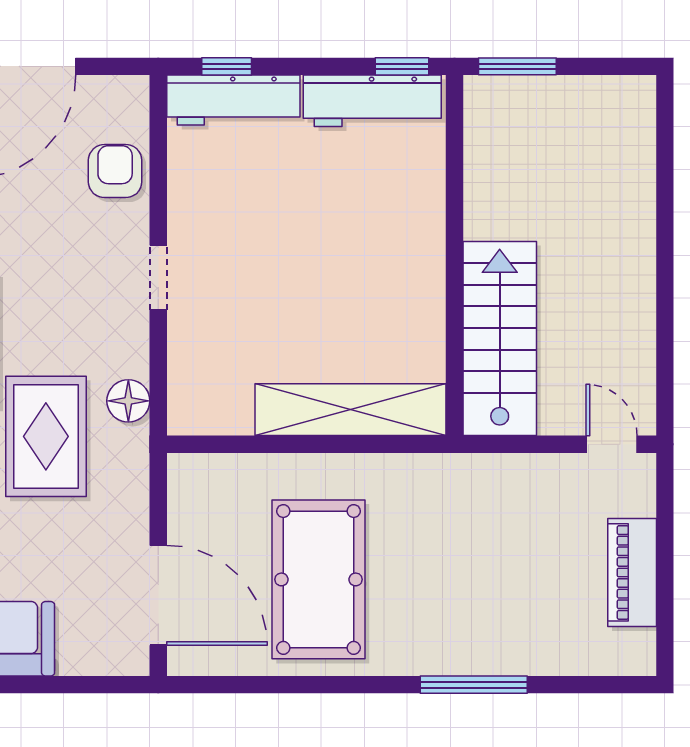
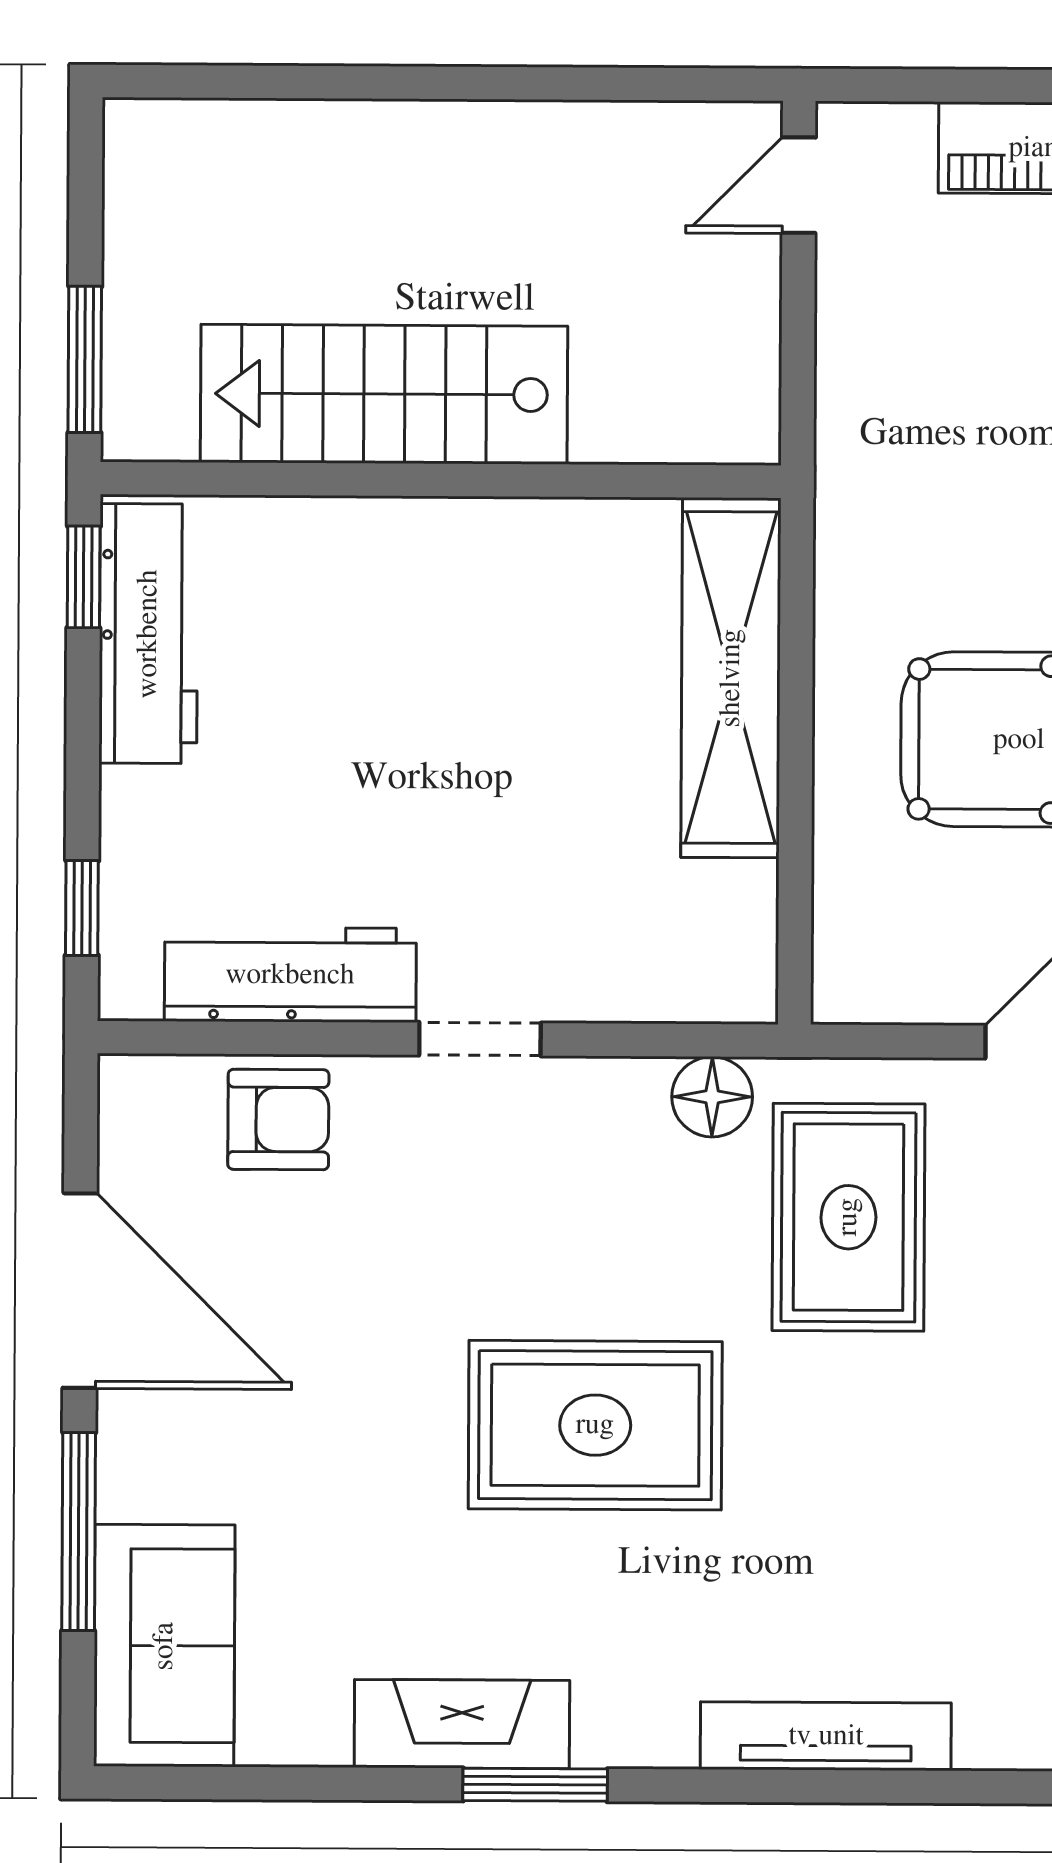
workbench: (233, 100) -> (290, 975), moved, turned -90
armchair: (115, 171) -> (278, 1119), turned 180
stairs: (500, 339) -> (384, 394), moved
rug: (46, 436) -> (848, 1217), moved, turned 90

